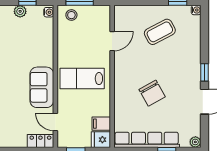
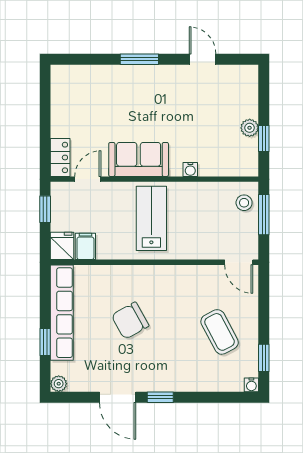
water cooler: (49, 12) -> (190, 169), moved
door: (112, 41) -> (239, 262), moved

